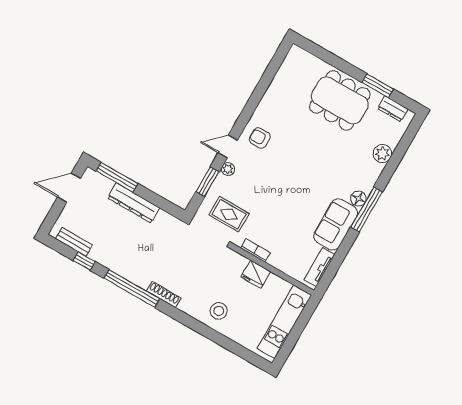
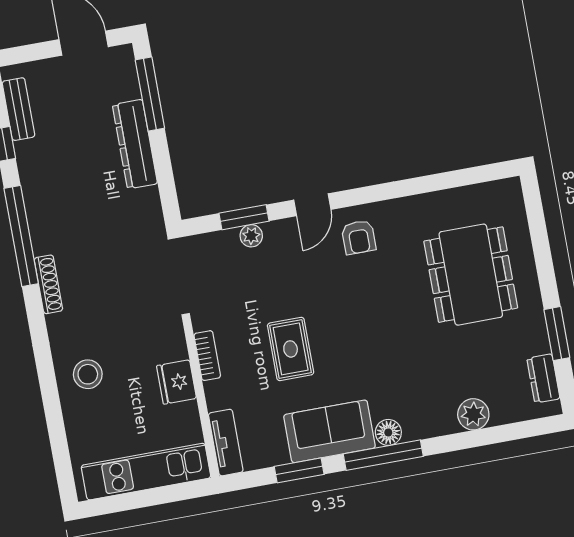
dining table: (340, 100) -> (471, 275), moved
armchair: (260, 138) -> (359, 237), turned 180
door: (228, 146) -> (312, 205), swing flipped
plant: (228, 169) -> (251, 236), moved
rug: (229, 214) -> (291, 349), moved
window: (342, 253) -> (299, 470), added
tv unit: (319, 267) -> (226, 443), moved, turned 90

